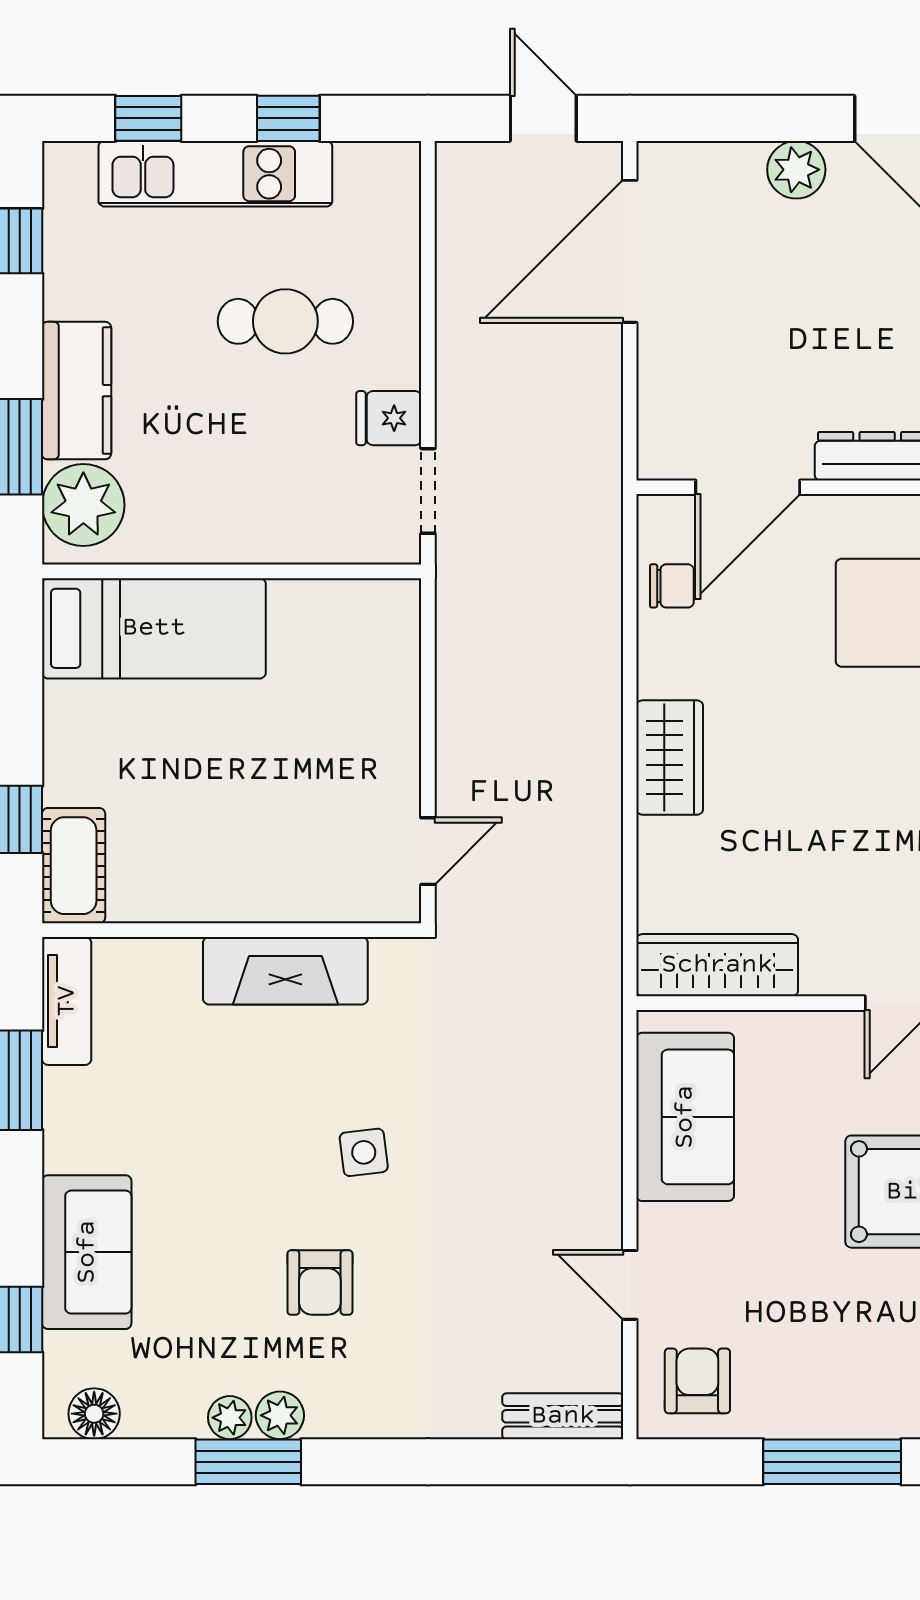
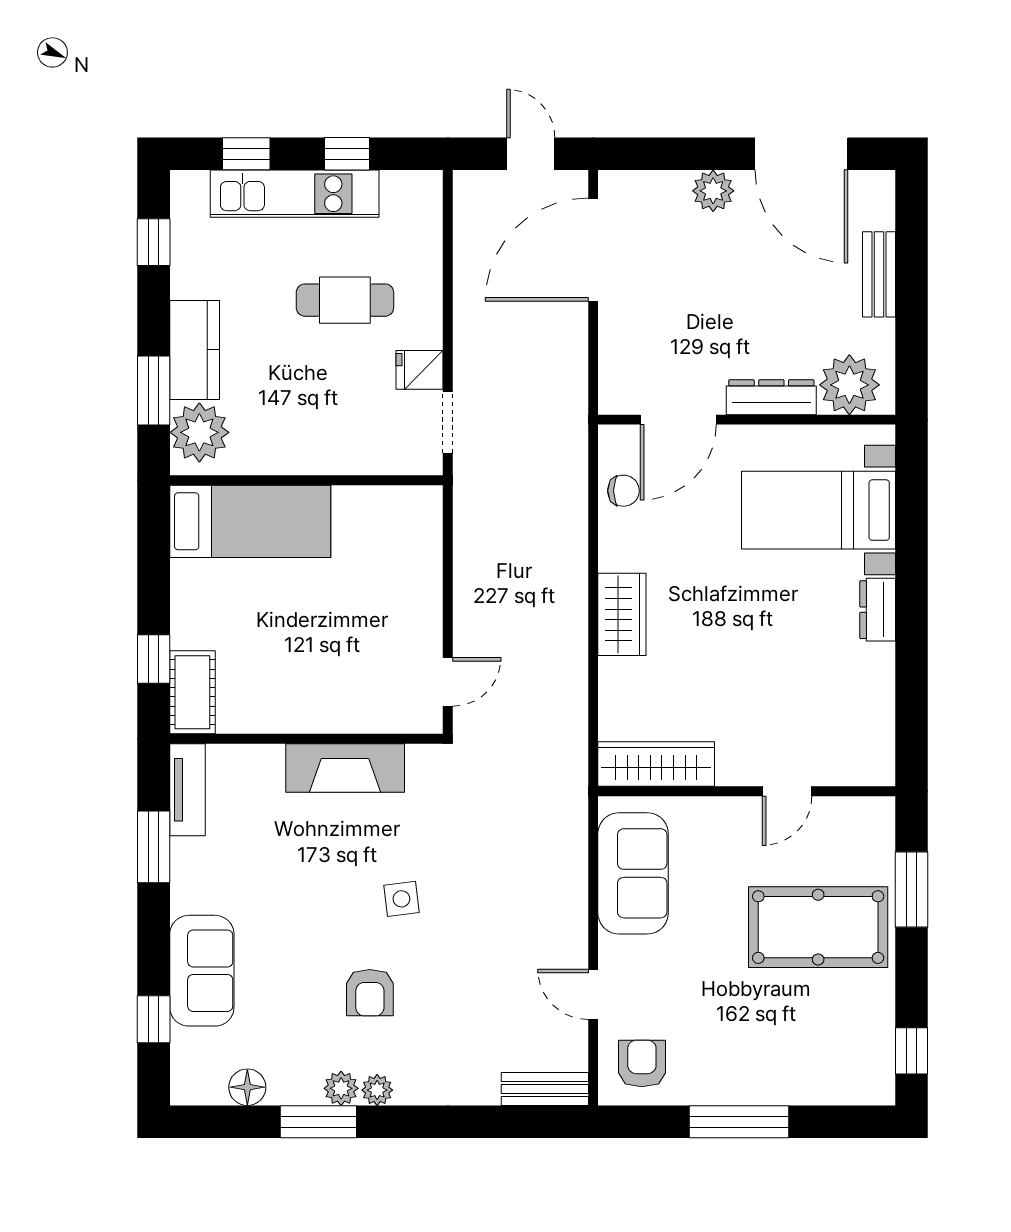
floor lamp: (94, 1414) -> (247, 1087), moved
plant: (230, 1418) -> (377, 1090), moved

